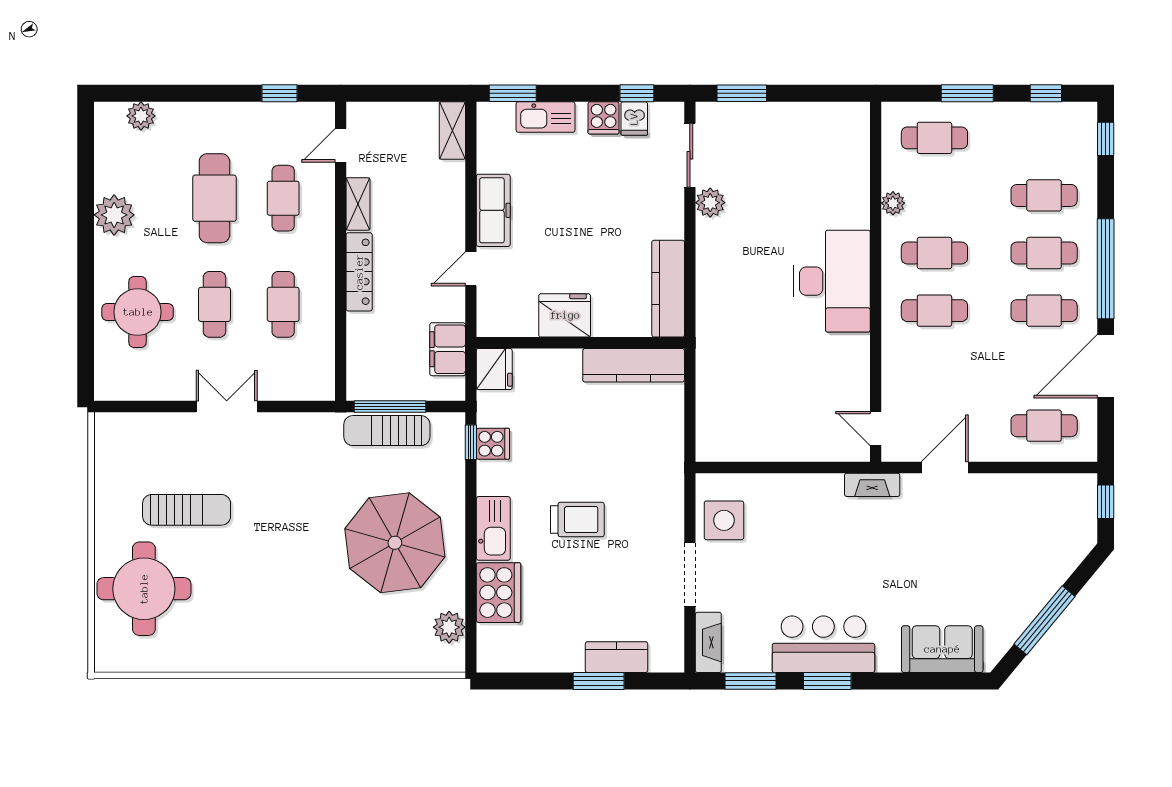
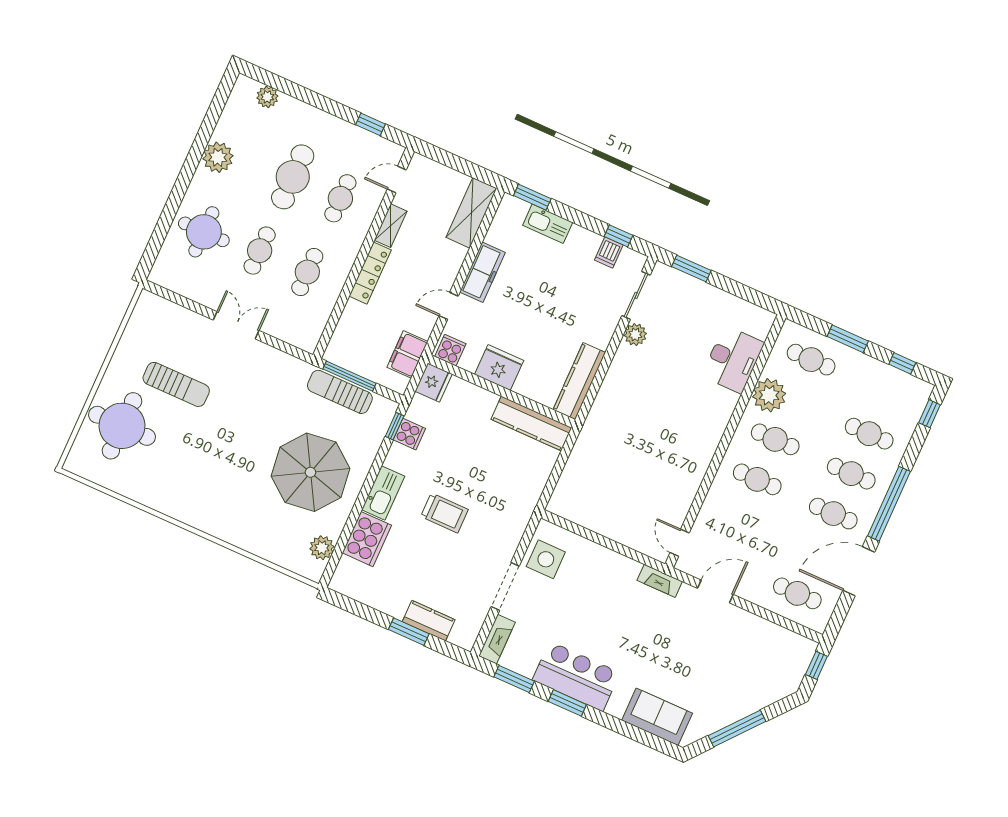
cooker: (604, 118) -> (450, 350), moved, turned 180
shelving: (452, 131) -> (471, 213), width x1.50, depth x1.33
plant: (893, 203) -> (769, 395), width x1.88, depth x1.88
desk: (832, 281) -> (733, 359), moved, width x0.73, depth x0.77

